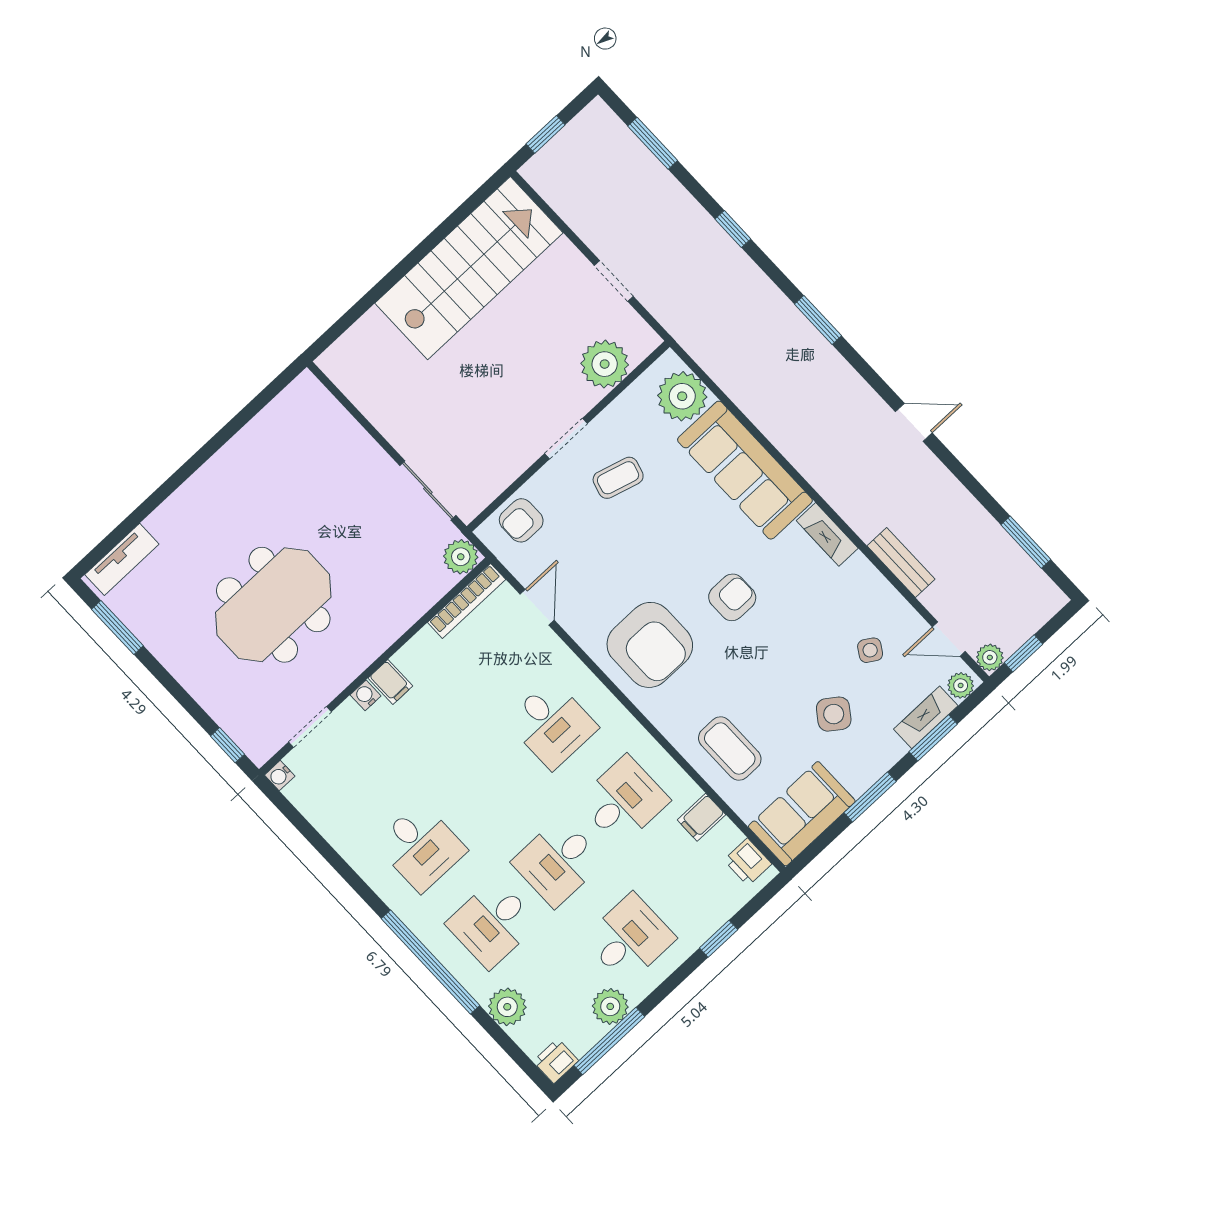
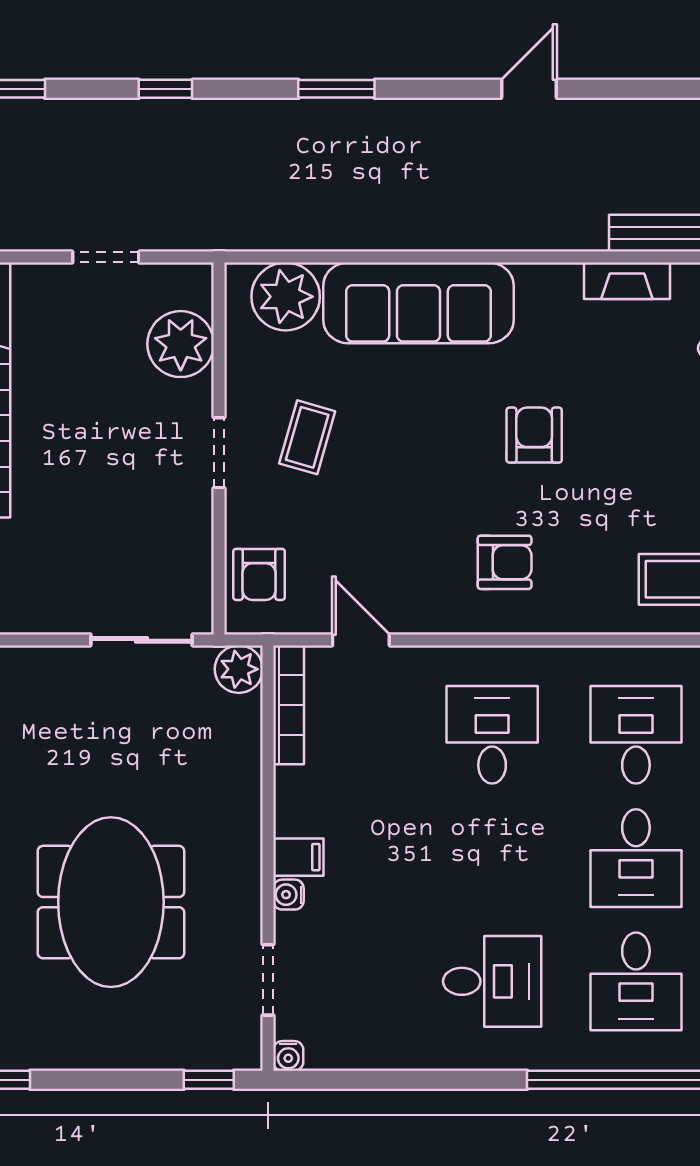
fireplace: (827, 534) -> (627, 281), moved
armchair: (650, 645) -> (505, 562), width x0.53, depth x0.53
desk: (552, 724) -> (492, 735), turned -90

